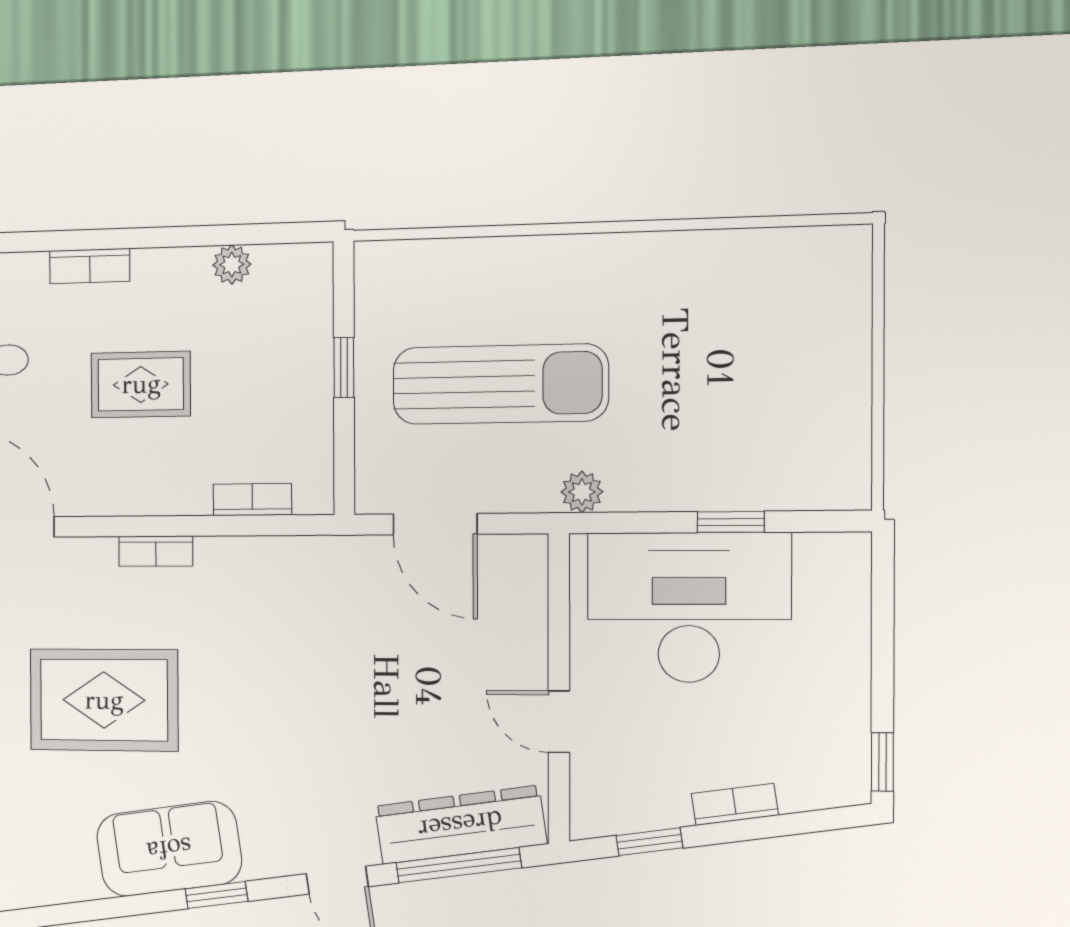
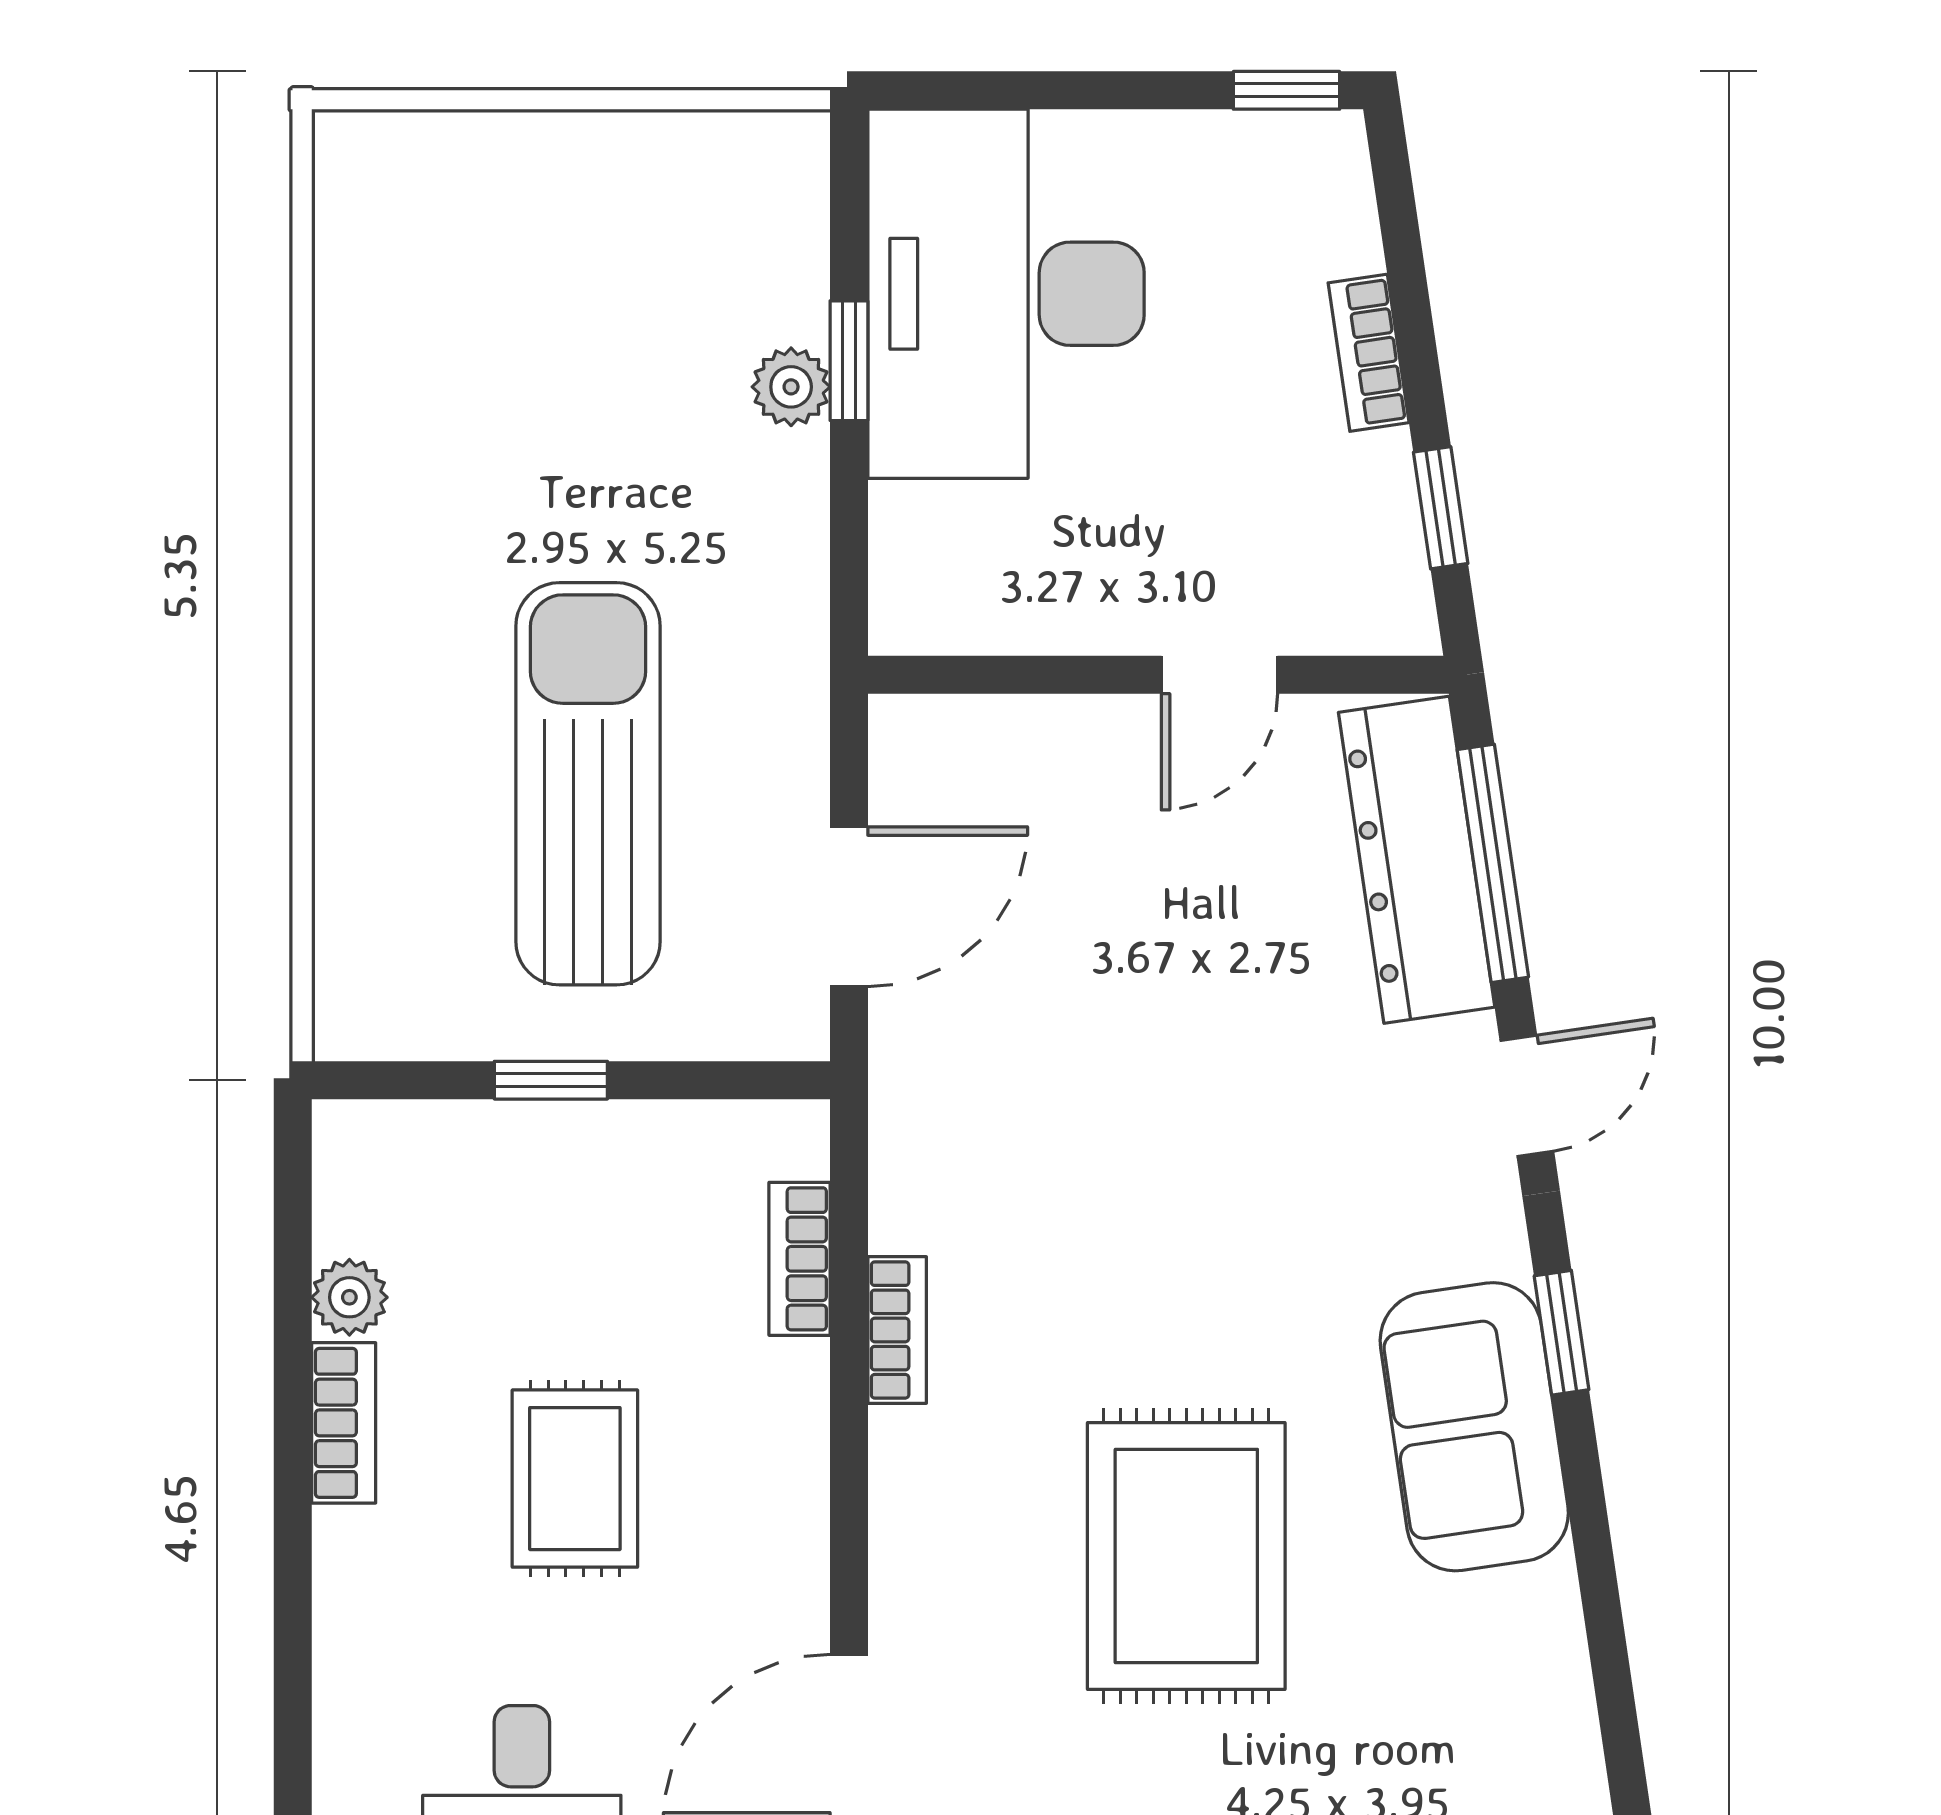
bookcase: (90, 266) -> (344, 1423), moved
plant: (582, 492) -> (791, 387), moved
bookcase: (156, 551) -> (897, 1330), moved
desk: (689, 607) -> (1006, 294), moved

